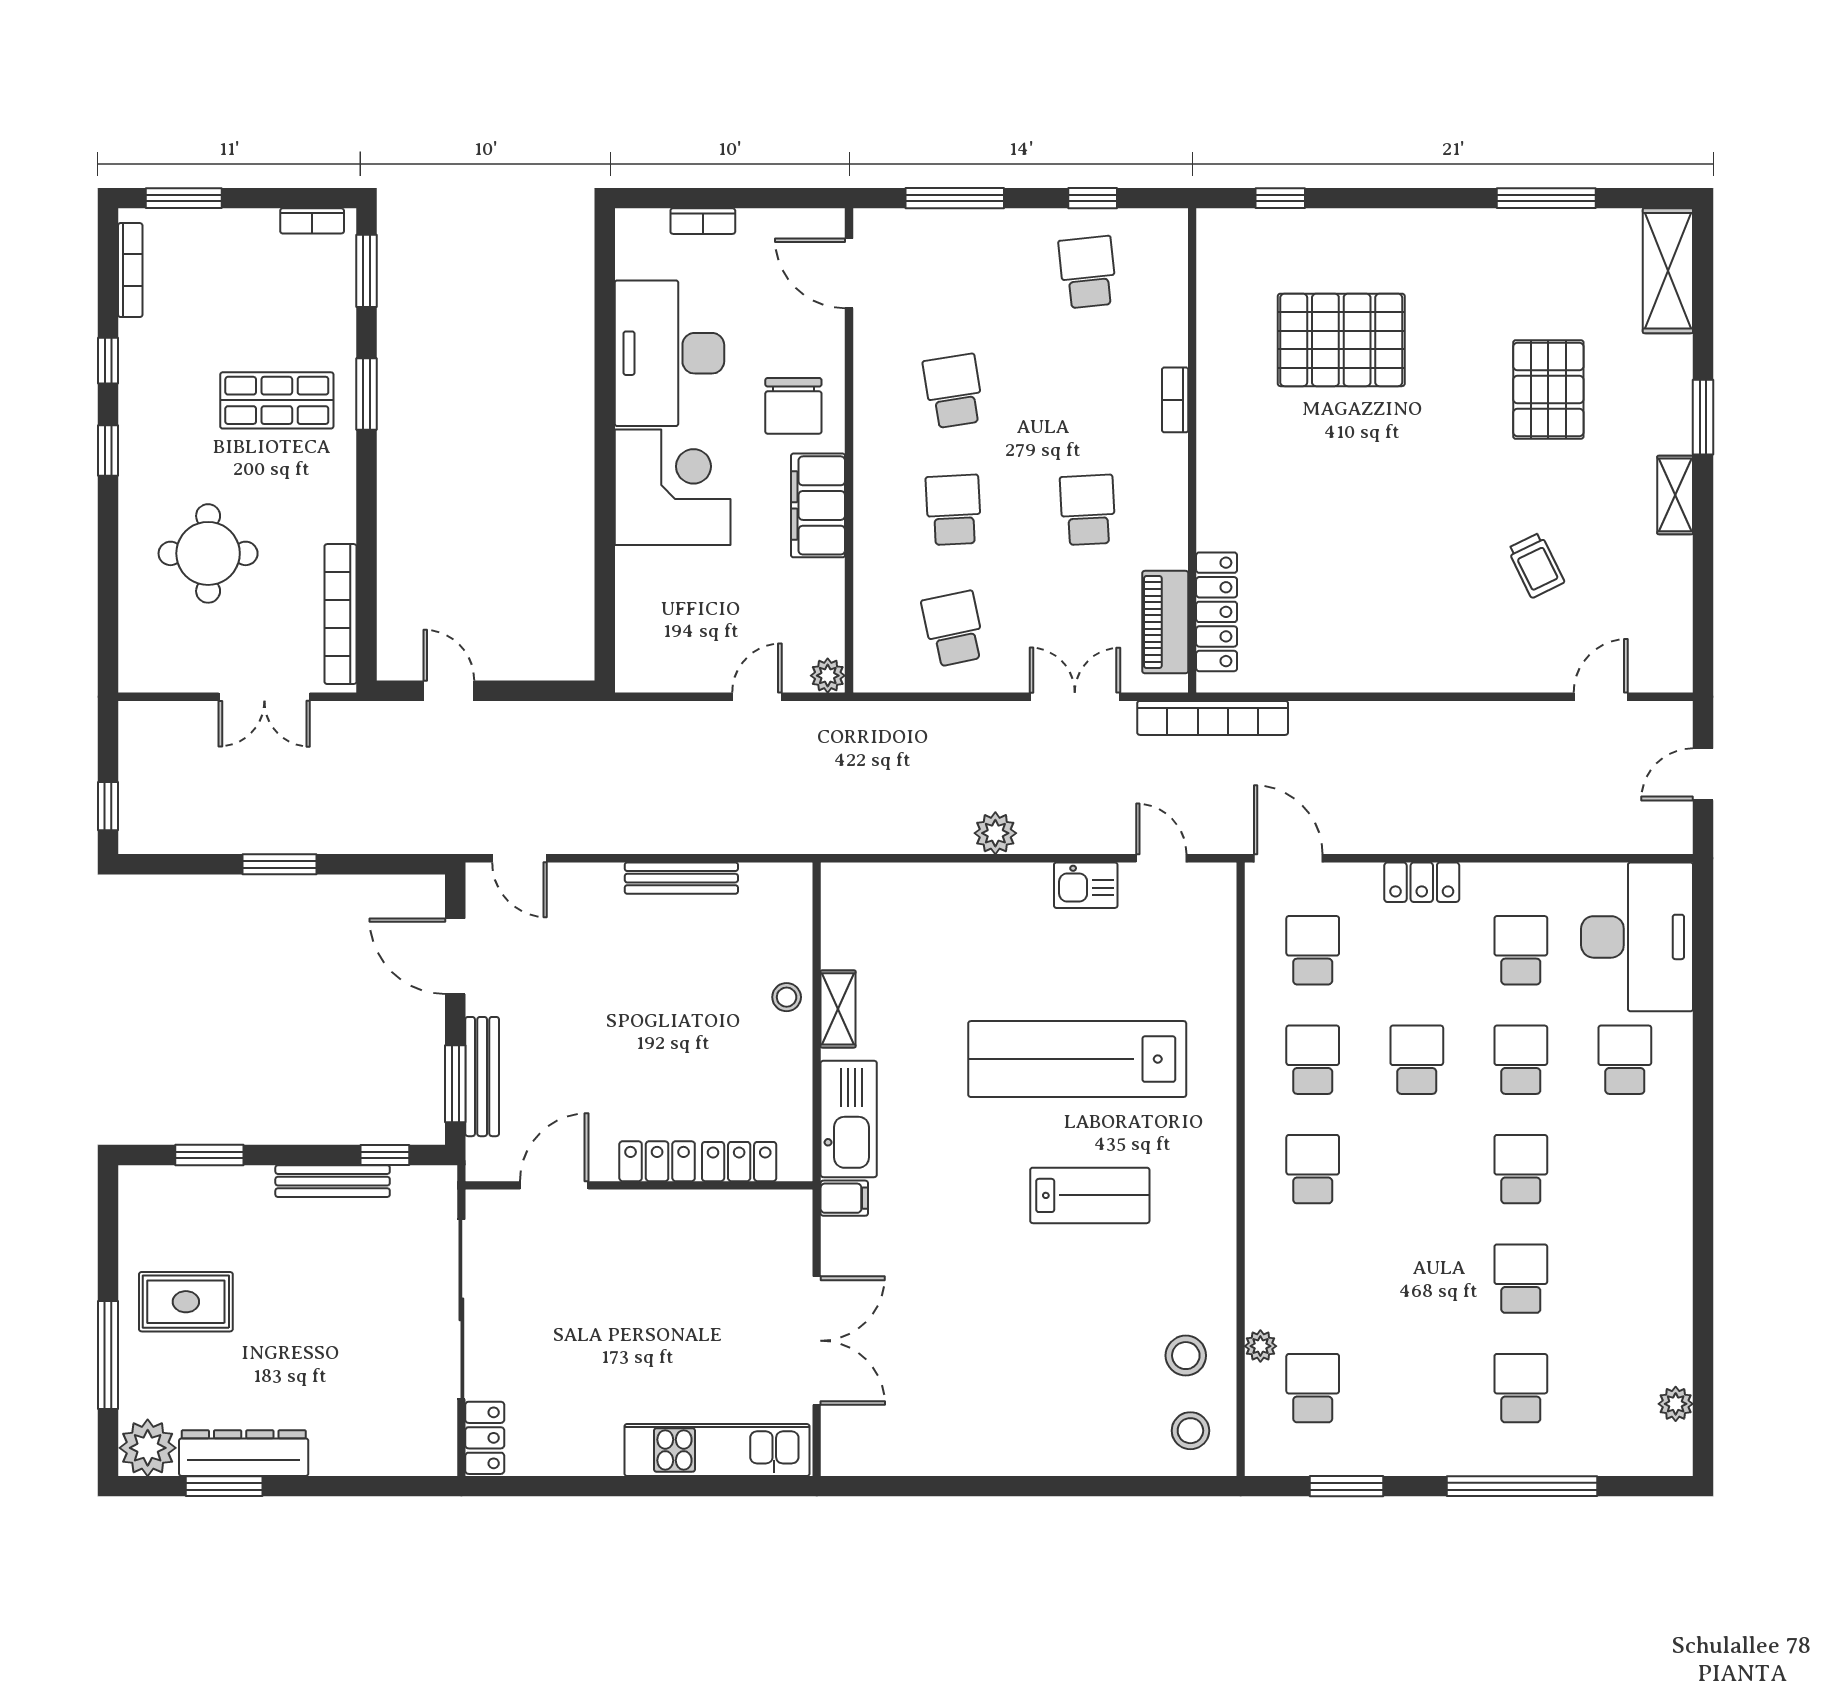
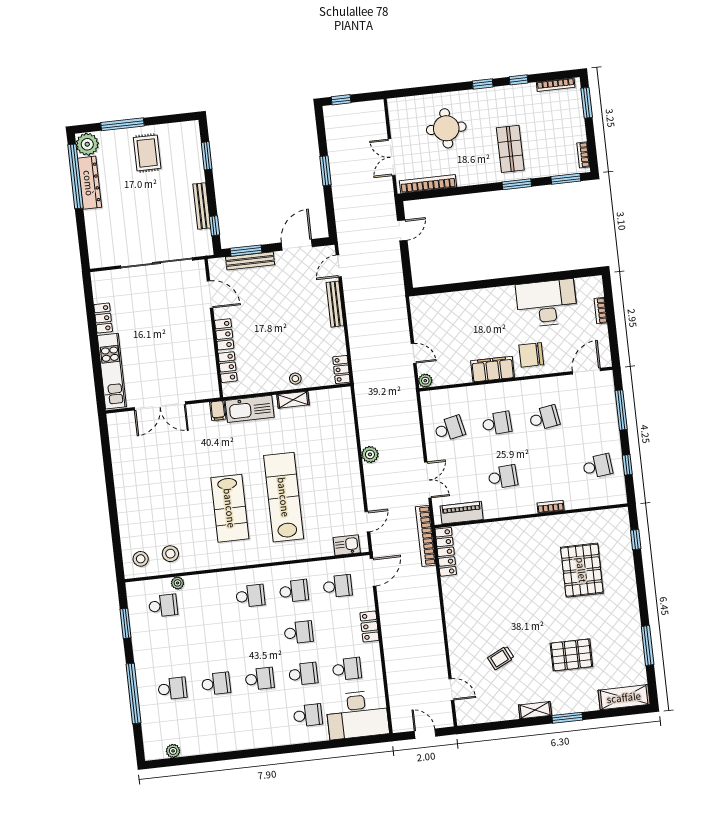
corner desk: (673, 487) -> (493, 310), removed
locker: (1217, 612) -> (446, 552), moved, turned -90
bench: (681, 878) -> (335, 304), moved
locker: (777, 880) -> (341, 370), added
kitchen sink: (1086, 885) -> (347, 545), moved, turned 90
lab bench: (1090, 1195) -> (230, 508), width x1.36, depth x1.39
locker: (485, 1438) -> (103, 318), moved, turned -90
window: (224, 1486) -> (75, 176), width x2.11

